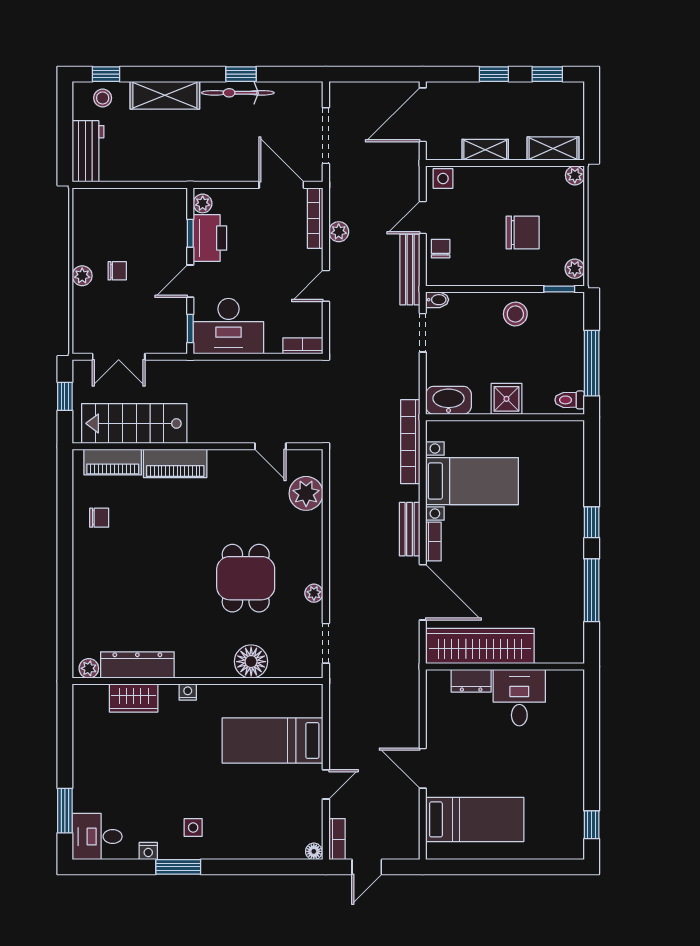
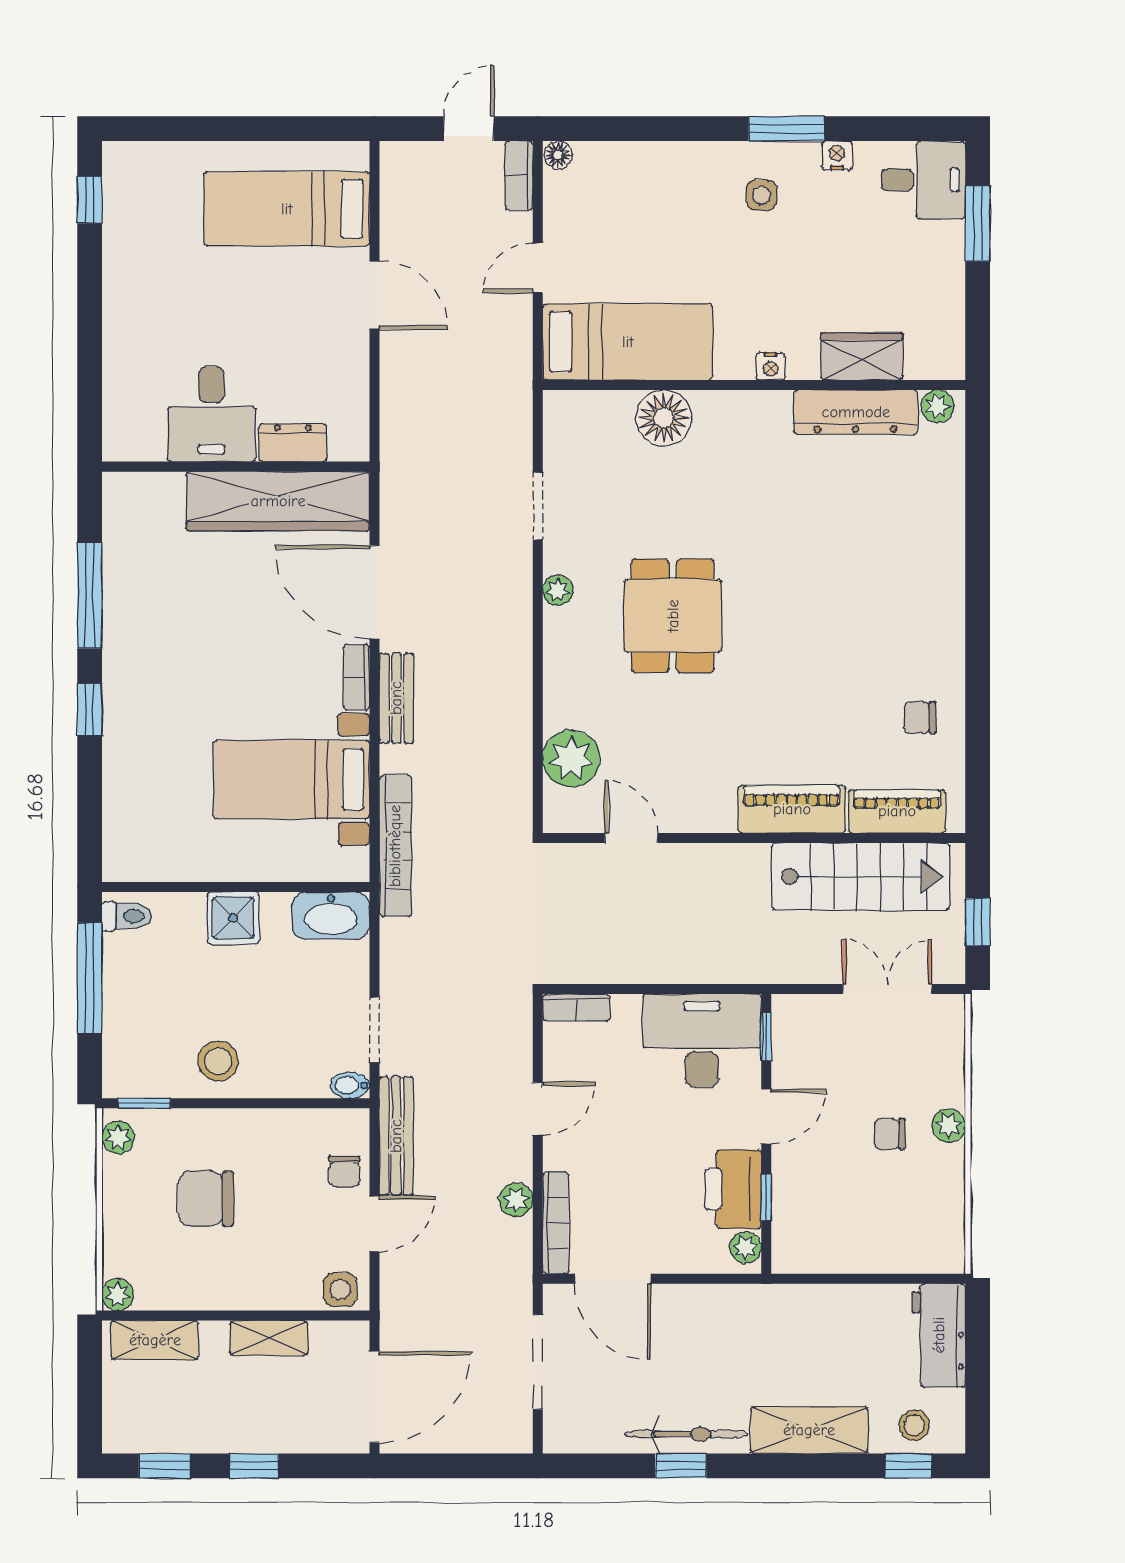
floor lamp: (251, 662) -> (664, 418), moved
dresser: (137, 665) -> (856, 412), moved
plant: (89, 668) -> (937, 406), moved
wall: (198, 681) -> (754, 385), moved
nightstand: (188, 692) -> (771, 366), moved
wardrobe: (134, 698) -> (862, 356), moved

